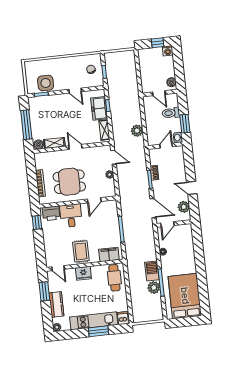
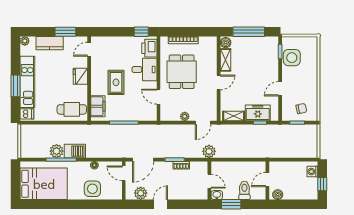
washing machine: (168, 51) -> (312, 172), moved
plant: (137, 131) -> (209, 151), moved
rug: (81, 251) -> (116, 82), moved, turned 90
side table: (184, 251) -> (92, 189), added

